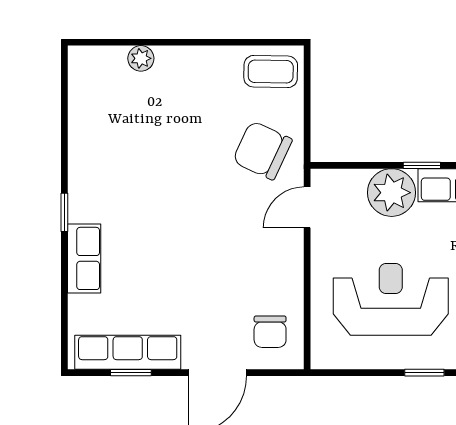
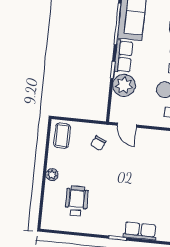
plant: (141, 58) -> (52, 175), moved
wheelchair: (135, 117) -> (77, 201), added
chair: (262, 150) -> (98, 143), width x0.54, depth x0.54

